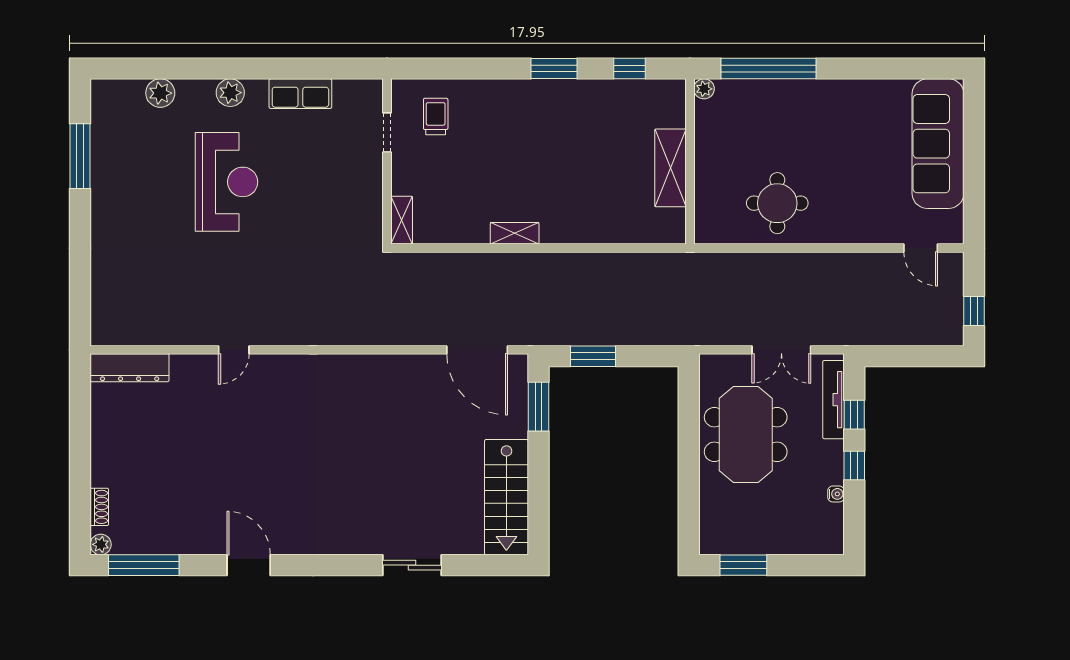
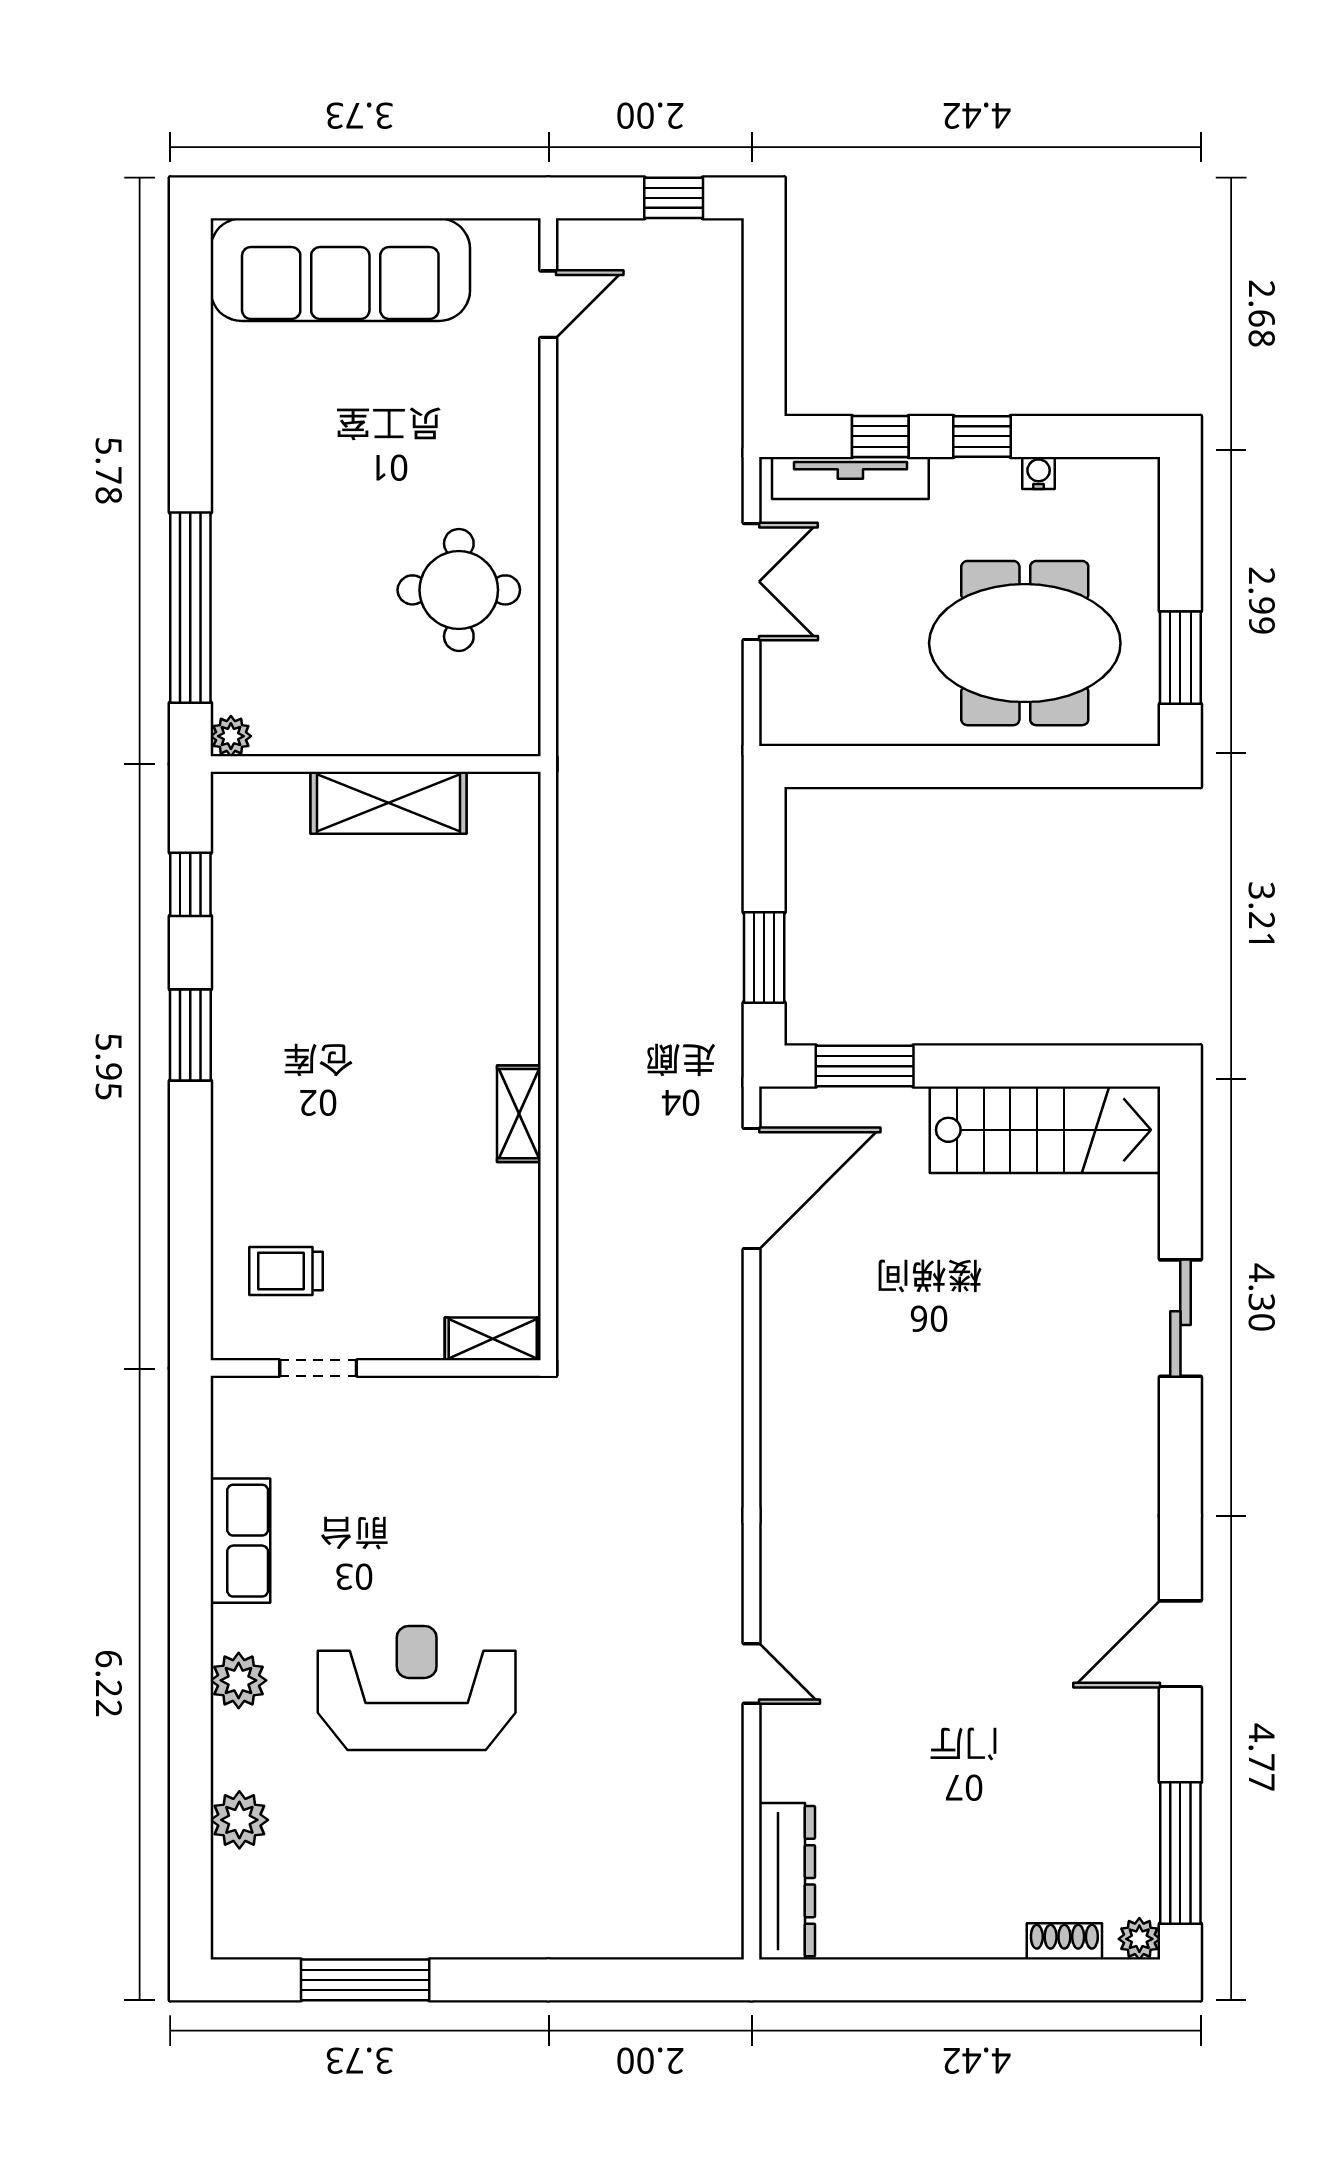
meeting table: (746, 435) -> (1025, 643), moved

